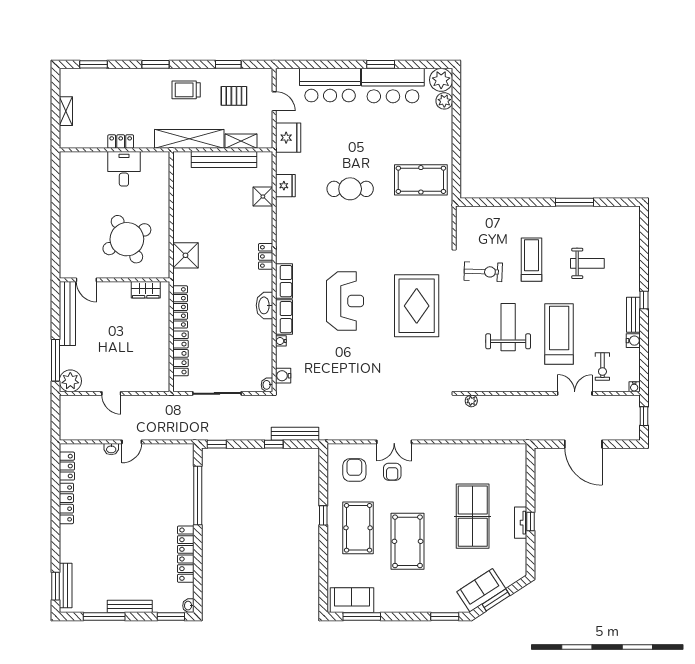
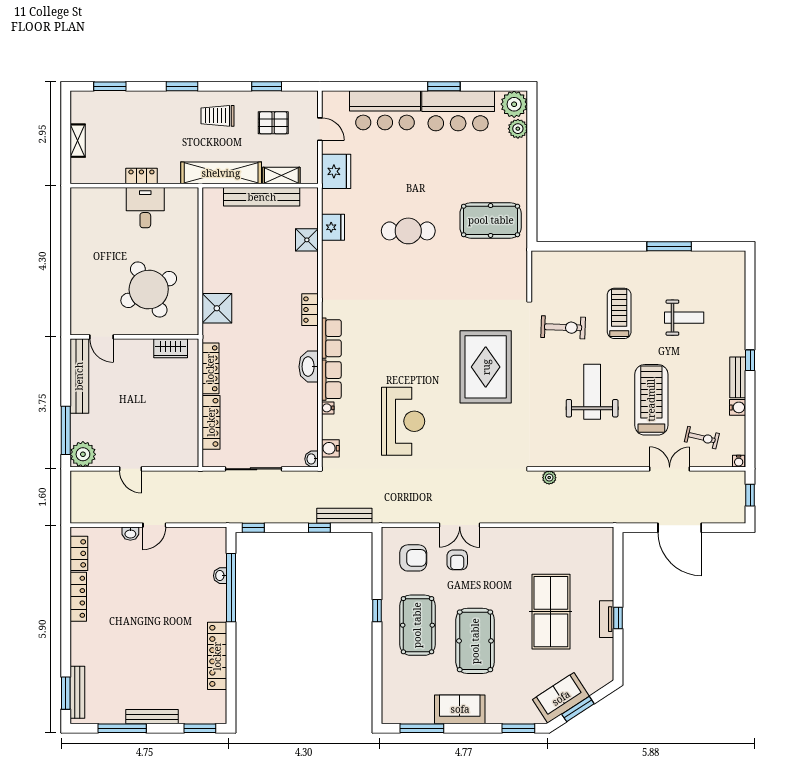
reception desk: (345, 301) -> (403, 421), moved
exercise bike: (602, 367) -> (702, 438), turned -77
armchair: (354, 470) -> (413, 558), turned 90
sofa: (352, 600) -> (460, 709), moved
washbasin: (188, 606) -> (220, 576), moved

